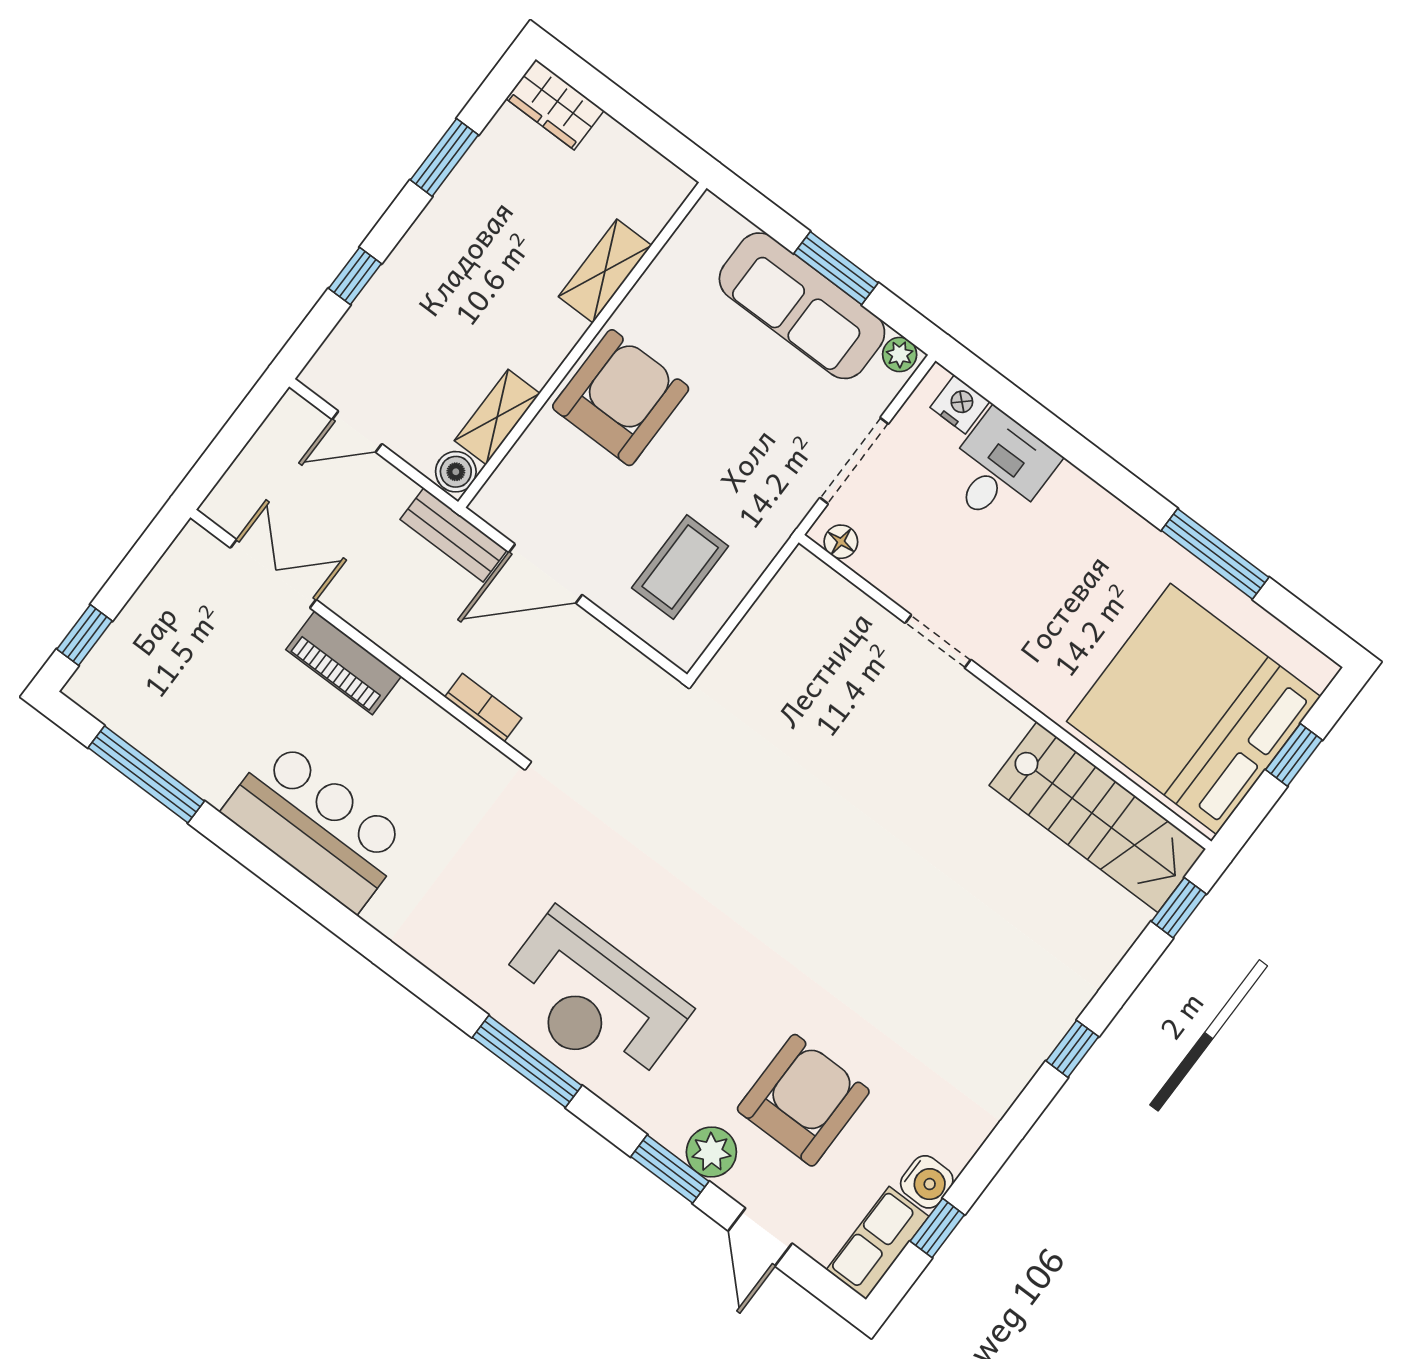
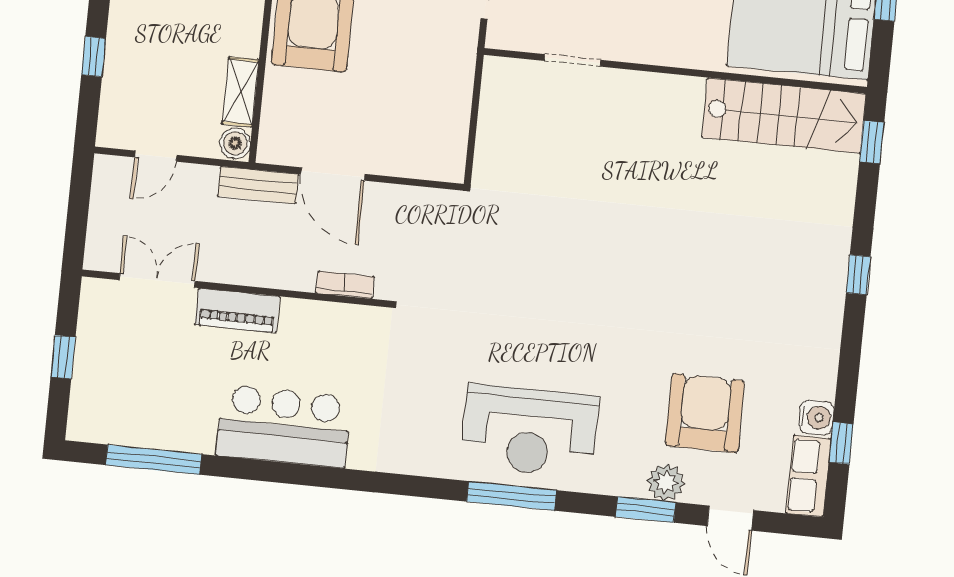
floor lamp: (841, 542) -> (511, 38), removed
coffee table: (680, 567) -> (417, 117), removed
door: (545, 574) -> (333, 174), hinge flipped
window: (84, 635) -> (63, 357), moved
doorway: (938, 641) -> (573, 60), moved

